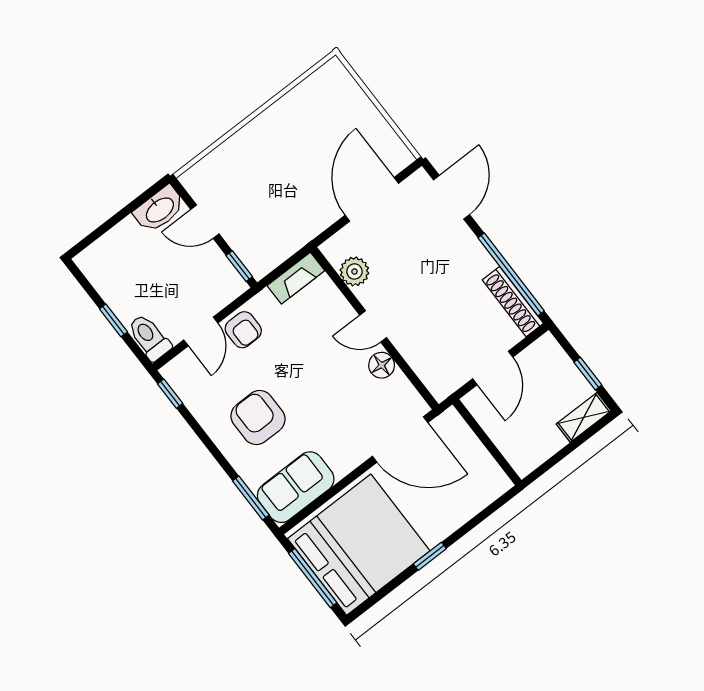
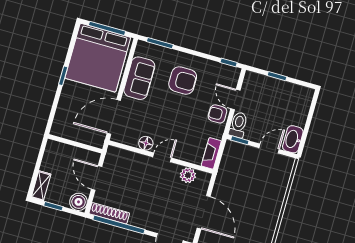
toilet: (149, 337) -> (238, 125), moved, turned -90
boiler: (546, 352) -> (79, 202), added
sofa: (296, 487) -> (139, 78), moved

